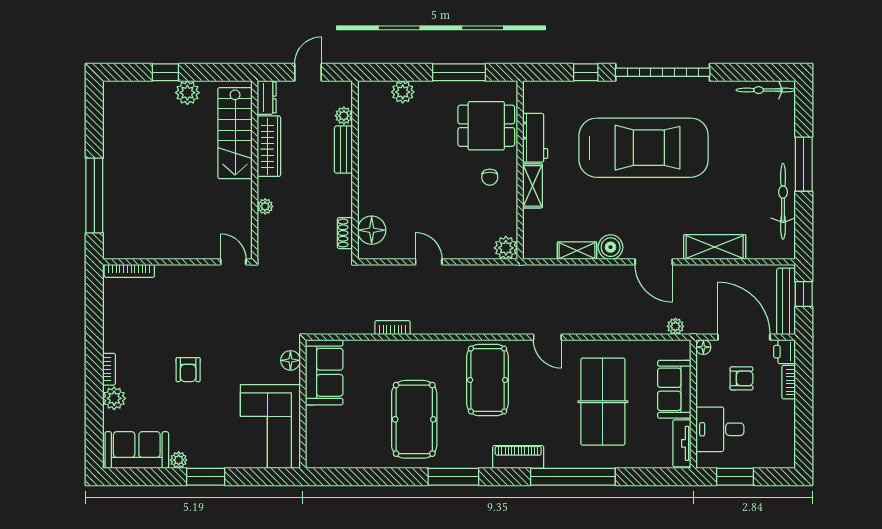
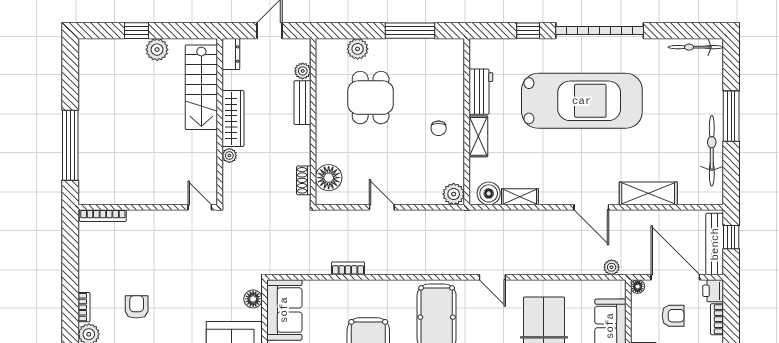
dining table: (486, 126) -> (371, 98), moved, turned 90
wardrobe: (269, 146) -> (233, 119), moved
boiler: (611, 247) -> (489, 193), moved
armchair: (188, 370) -> (137, 307), moved, turned 180

